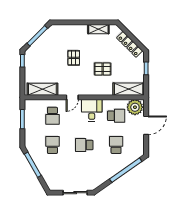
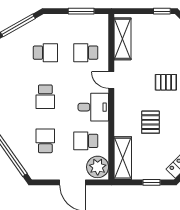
school desk: (116, 116) -> (86, 141), turned 90
school desk: (84, 145) -> (45, 97), turned 180
school desk: (116, 145) -> (45, 141), turned -90

